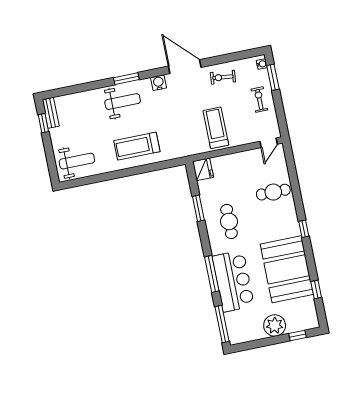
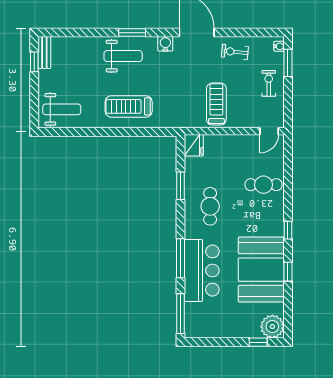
window: (316, 290) -> (288, 272), moved
plant: (275, 325) -> (272, 327), moved

